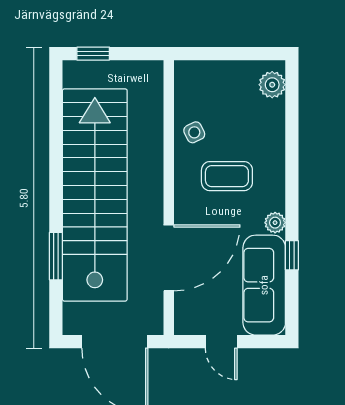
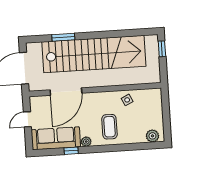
coffee table: (227, 176) -> (109, 127), moved
door: (169, 258) -> (66, 92), hinge flipped

